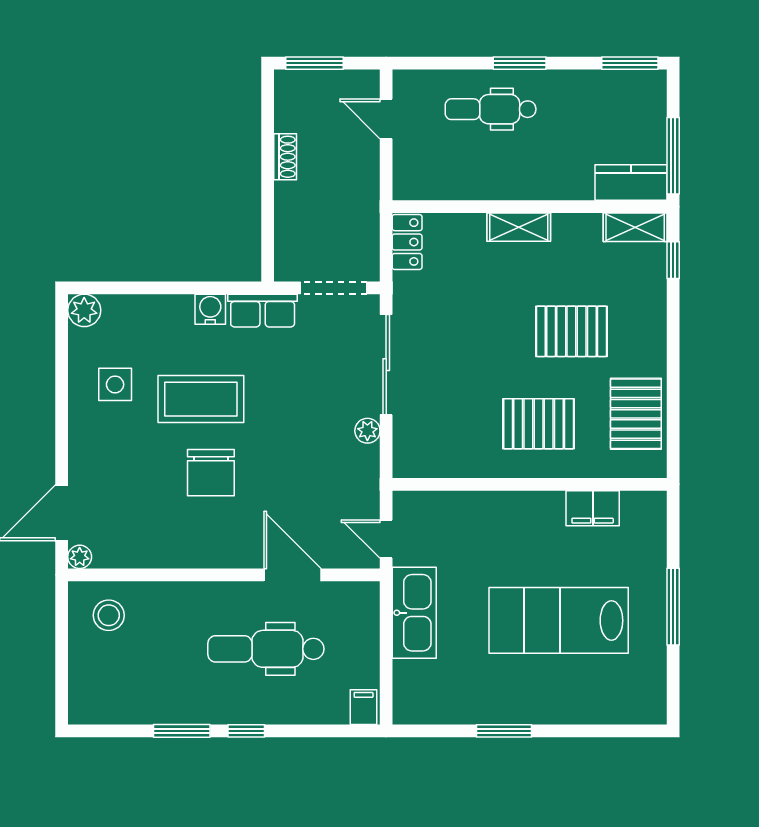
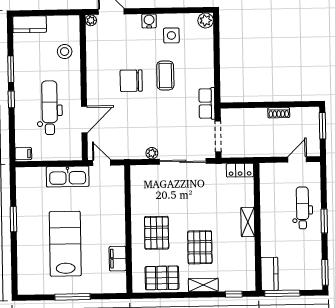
shelving: (635, 227) -> (203, 285), moved, turned 90
water cooler: (210, 309) -> (149, 21), moved, turned -90
coffee table: (201, 399) -> (165, 75), width x0.73, depth x0.76
door: (386, 539) -> (102, 163), hinge flipped
stool: (109, 615) -> (65, 52), moved
kitchen counter: (86, 689) -> (30, 24), added

